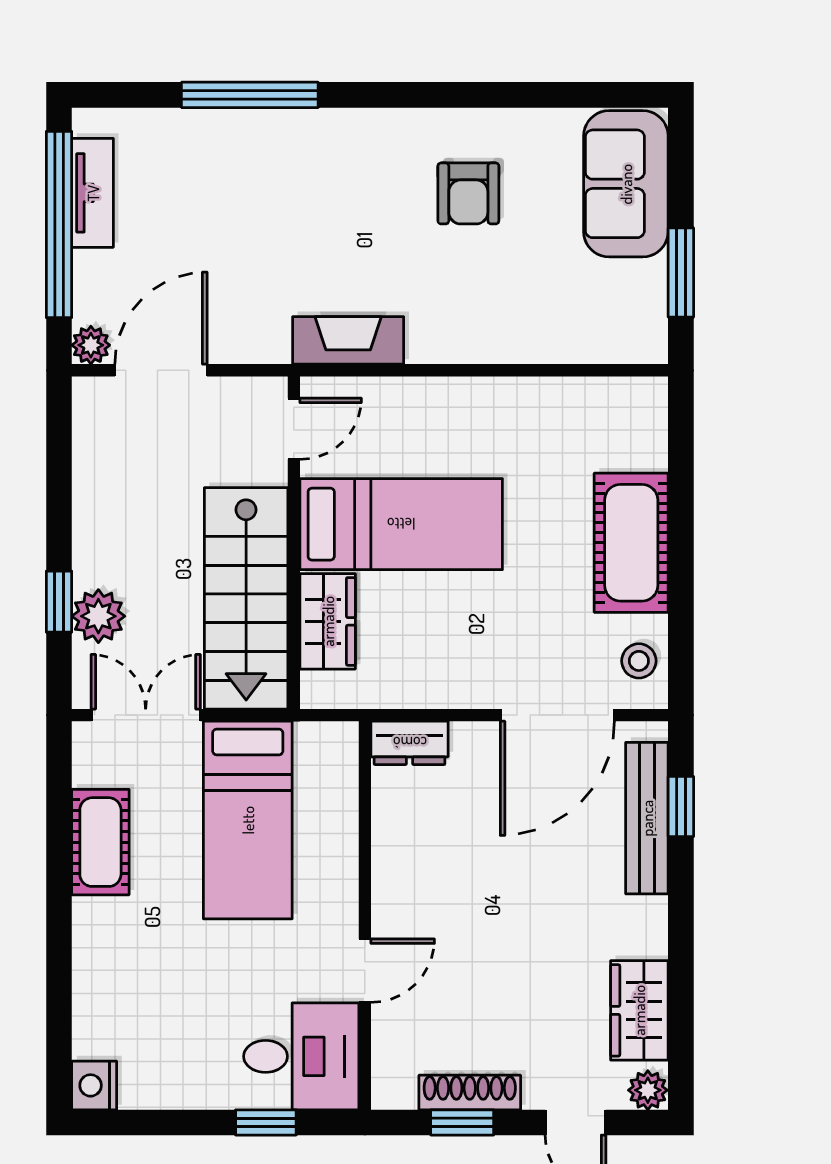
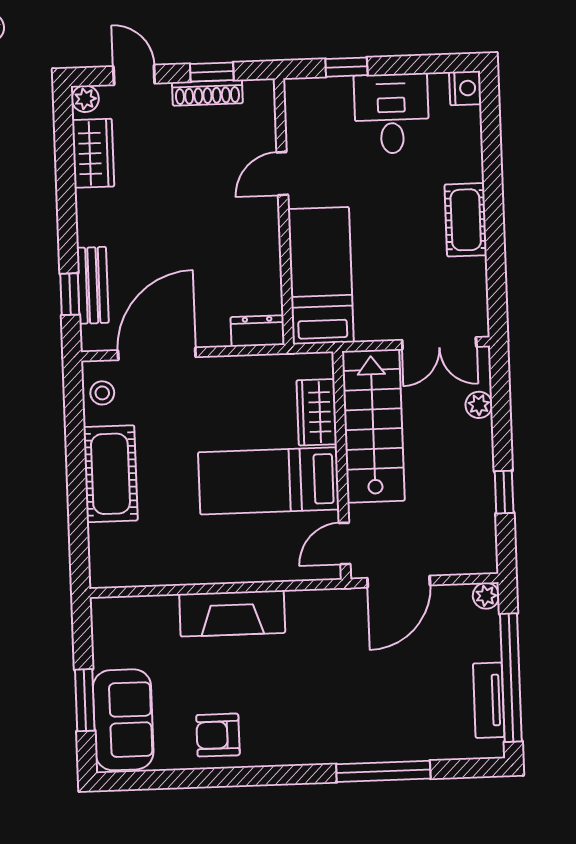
armchair: (468, 193) -> (218, 735), moved, turned -90
window: (681, 272) -> (85, 700), moved
fireplace: (348, 340) -> (232, 613), moved, width x1.37, depth x1.32
door: (161, 370) -> (399, 582), moved
window: (59, 602) -> (504, 492), moved
plant: (98, 616) -> (479, 405), width x0.73, depth x0.73
bench: (647, 818) -> (93, 285), width x0.73
bed: (248, 820) -> (321, 276), moved
cot: (100, 842) -> (466, 220), moved
desk: (301, 1056) -> (392, 114), moved, turned 90

